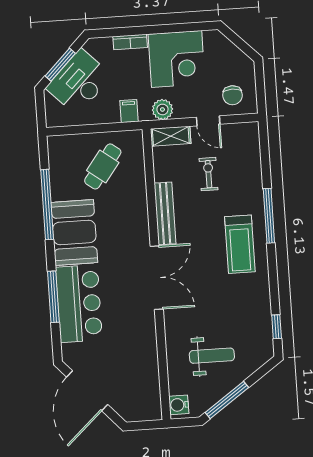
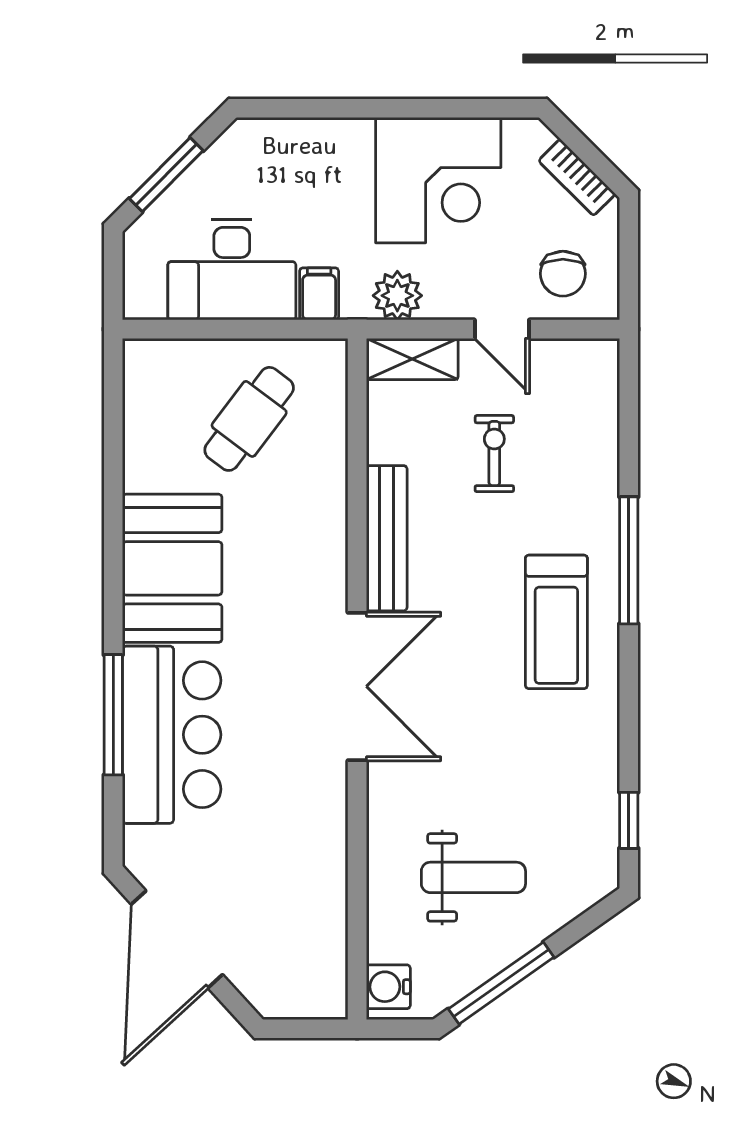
bookcase: (130, 42) -> (577, 177), moved, turned 45
desk: (79, 82) -> (232, 270), moved, turned -135
window: (47, 205) -> (113, 499), removed

